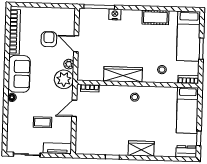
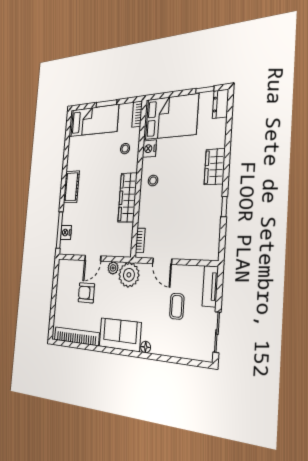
nightstand: (115, 14) -> (66, 233), moved
cot: (155, 17) -> (71, 187), moved
nightstand: (160, 92) -> (149, 149), added
bed: (187, 110) -> (170, 117), width x1.50

